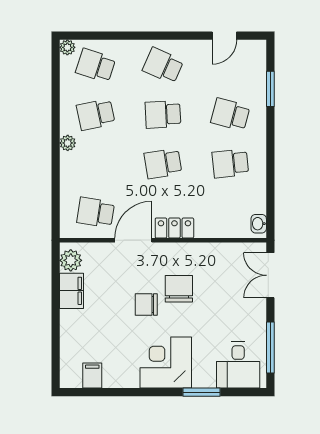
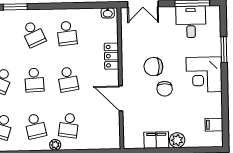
school desk: (230, 114) -> (33, 34), turned -39
school desk: (96, 212) -> (69, 125), moved
locker: (174, 228) -> (112, 56), moved
plant: (71, 260) -> (177, 140), moved
desk: (238, 365) -> (191, 22), moved, turned -90

